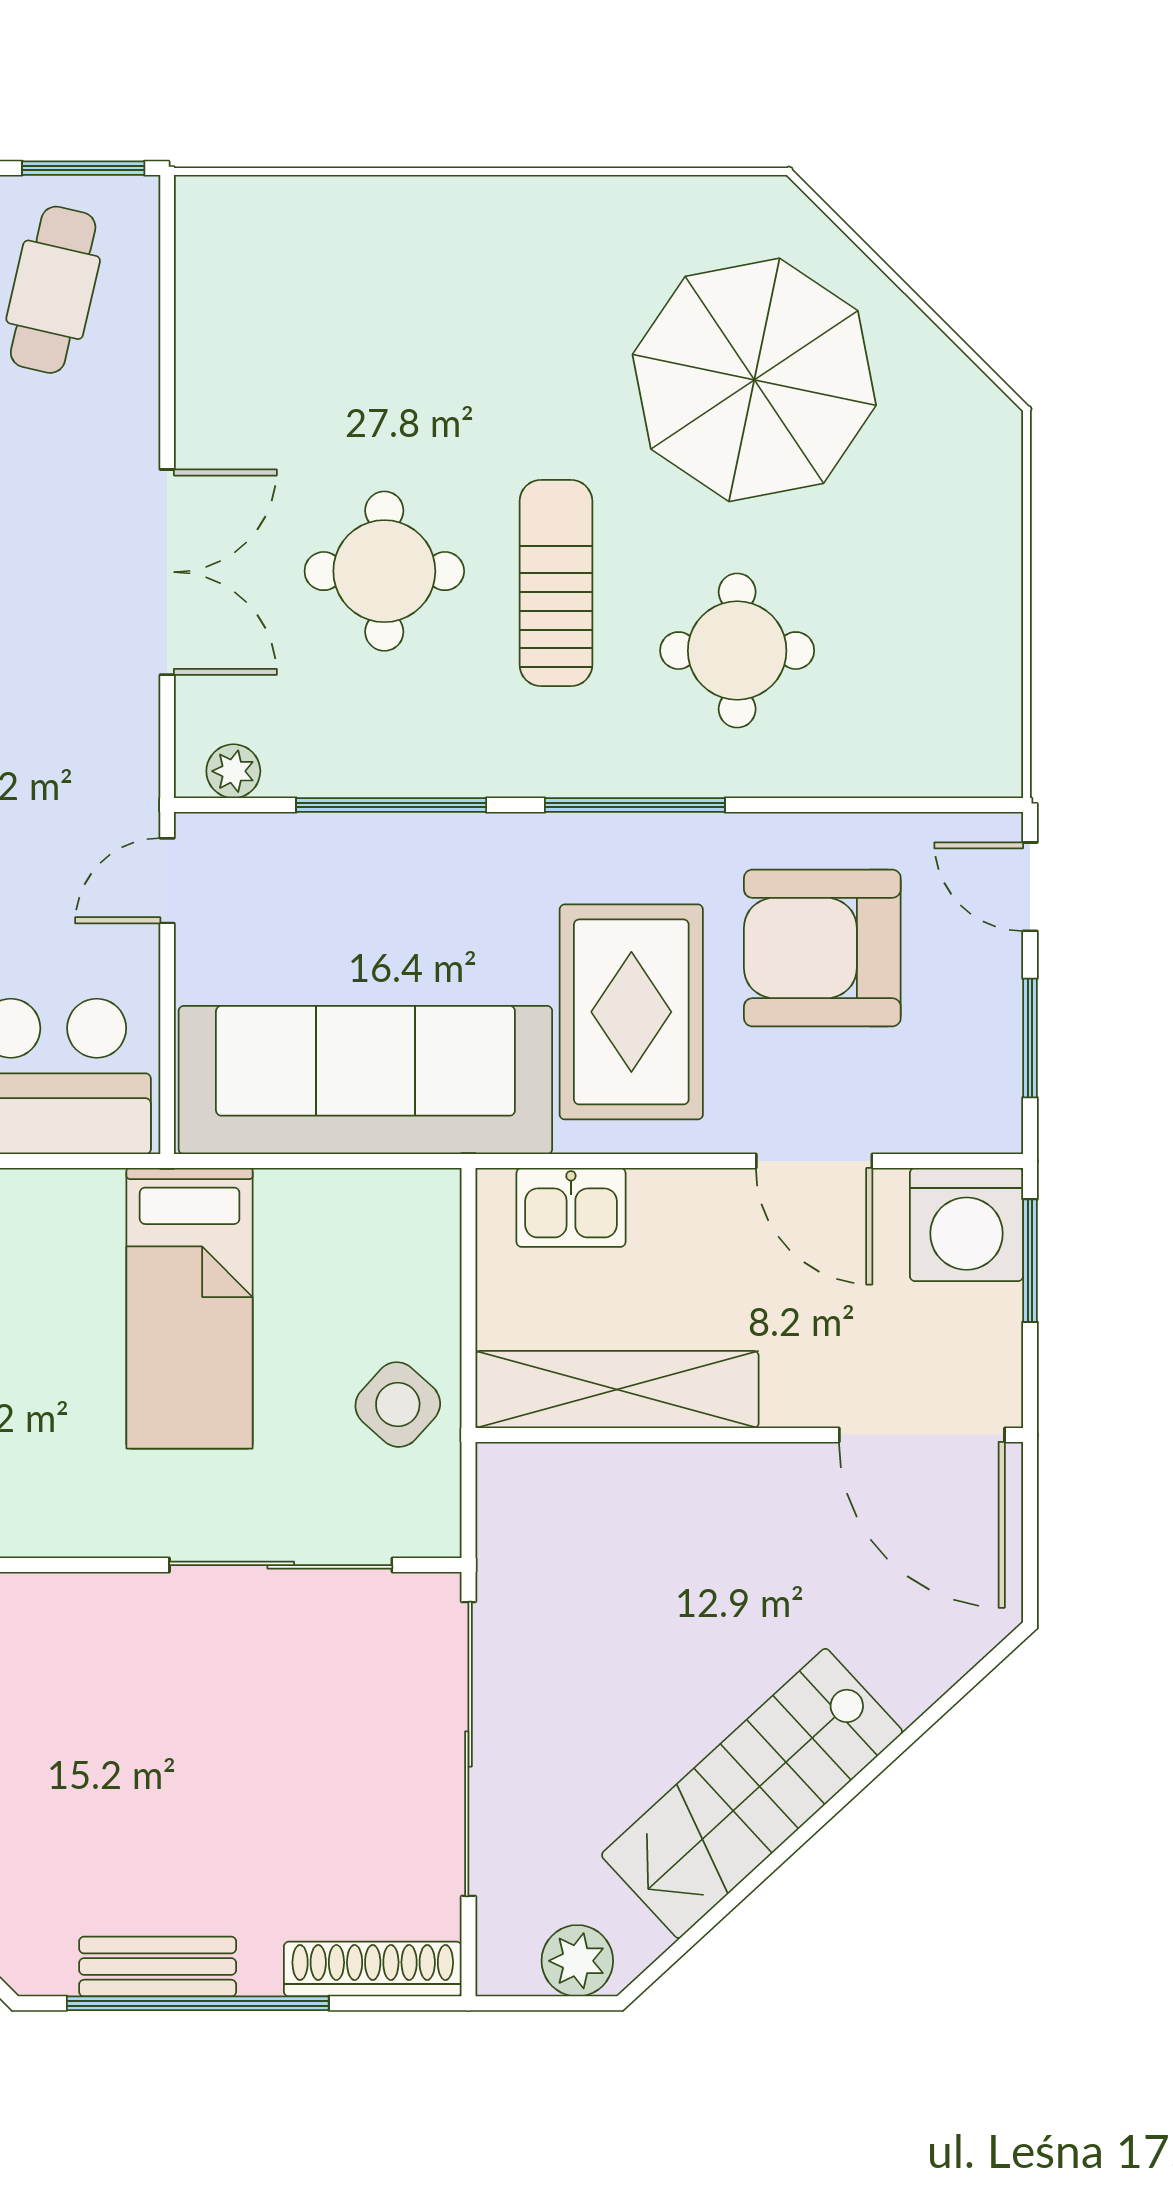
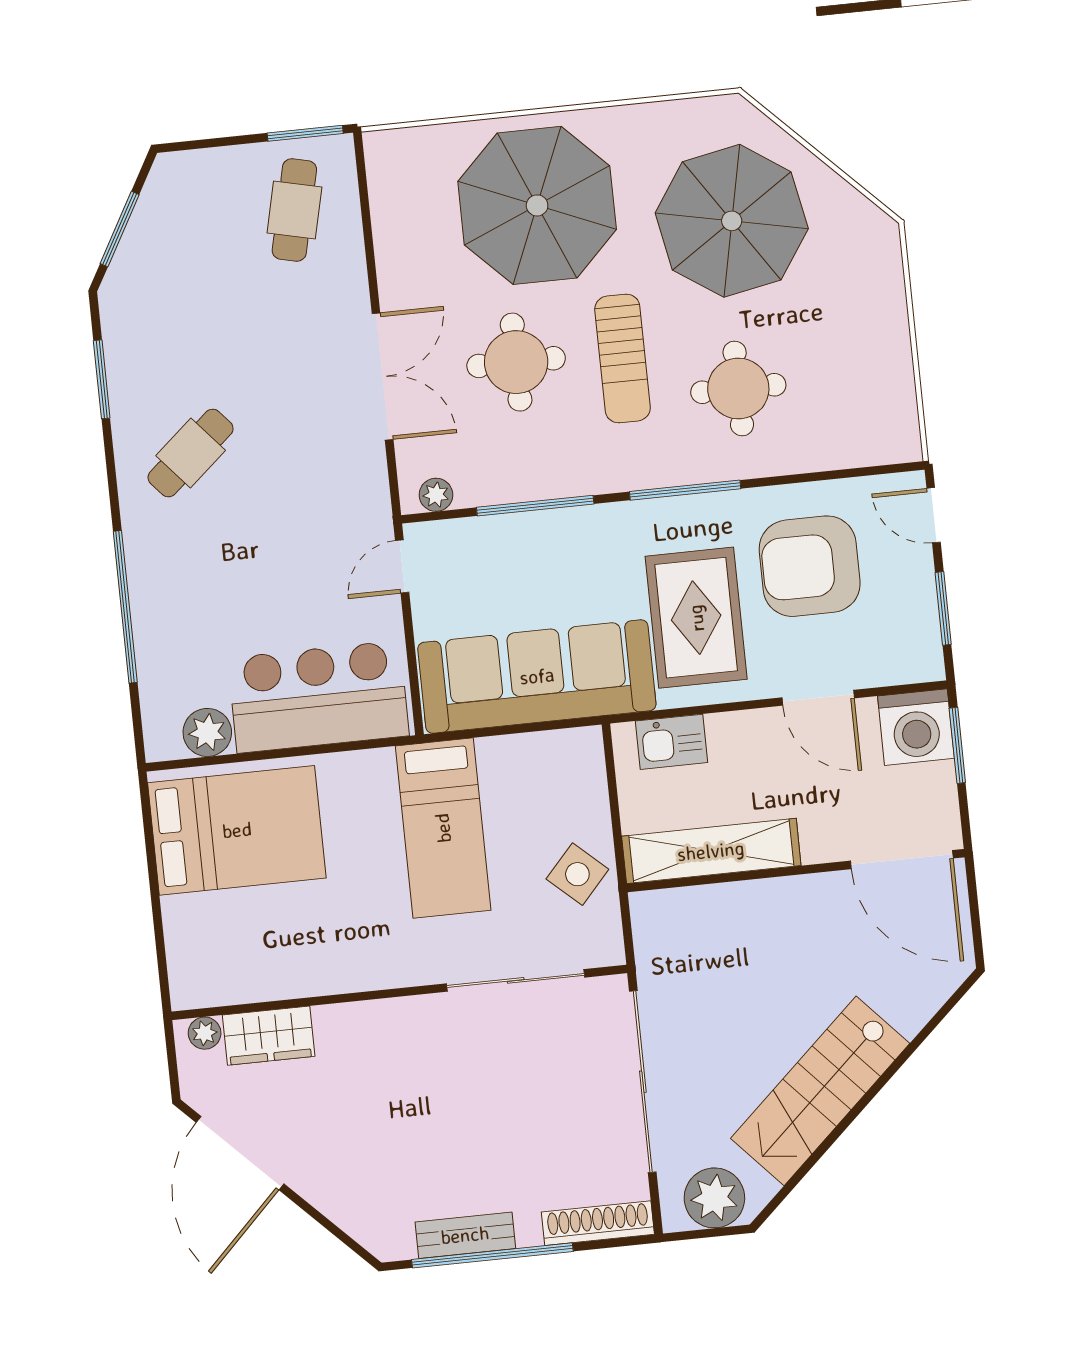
parasol: (444, 323) -> (537, 205), added
sun lounger: (556, 583) -> (623, 358), turned 180
plant: (577, 1961) -> (714, 1198), width x1.36, depth x1.36

